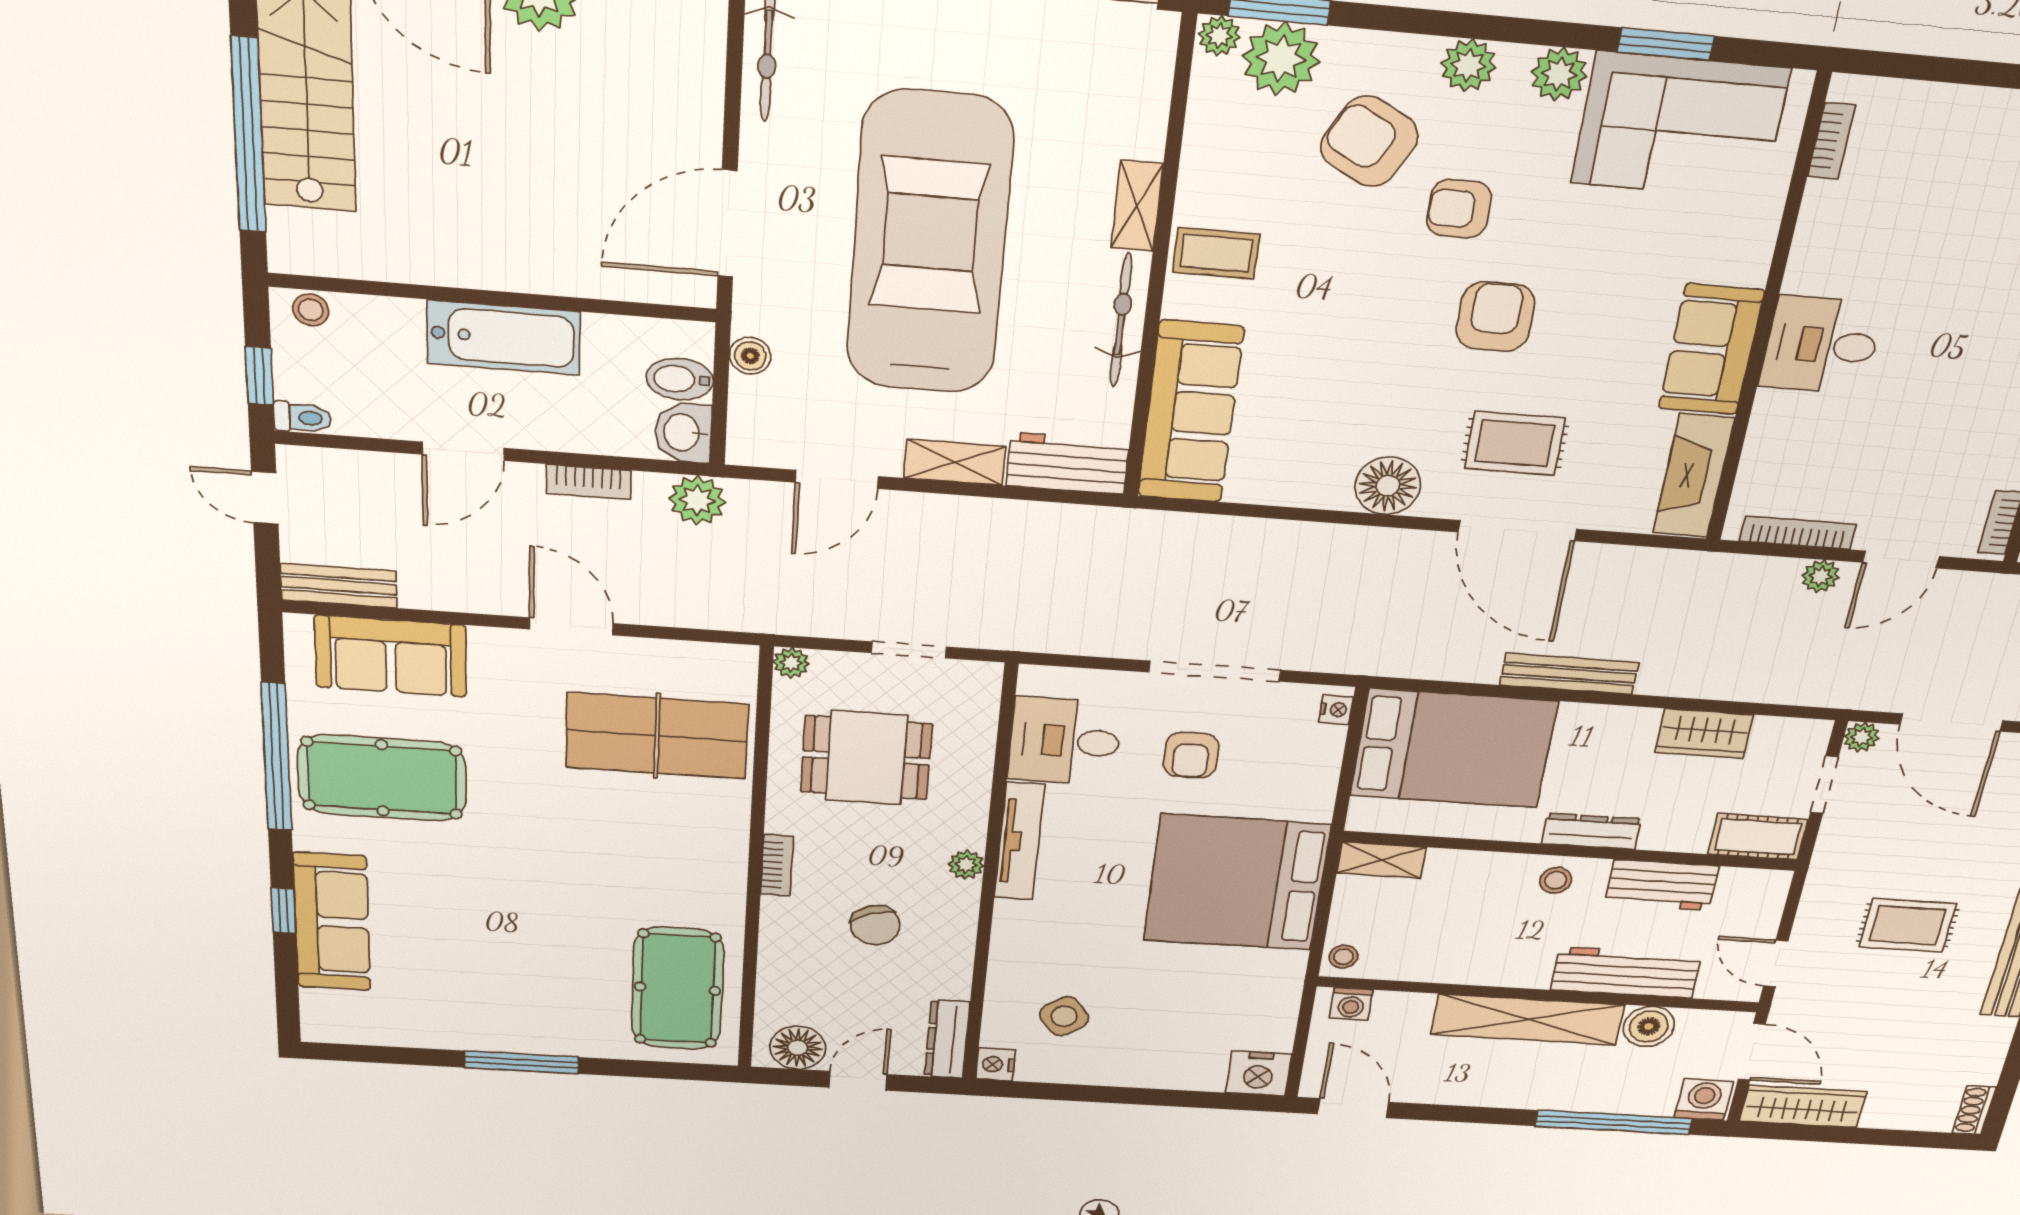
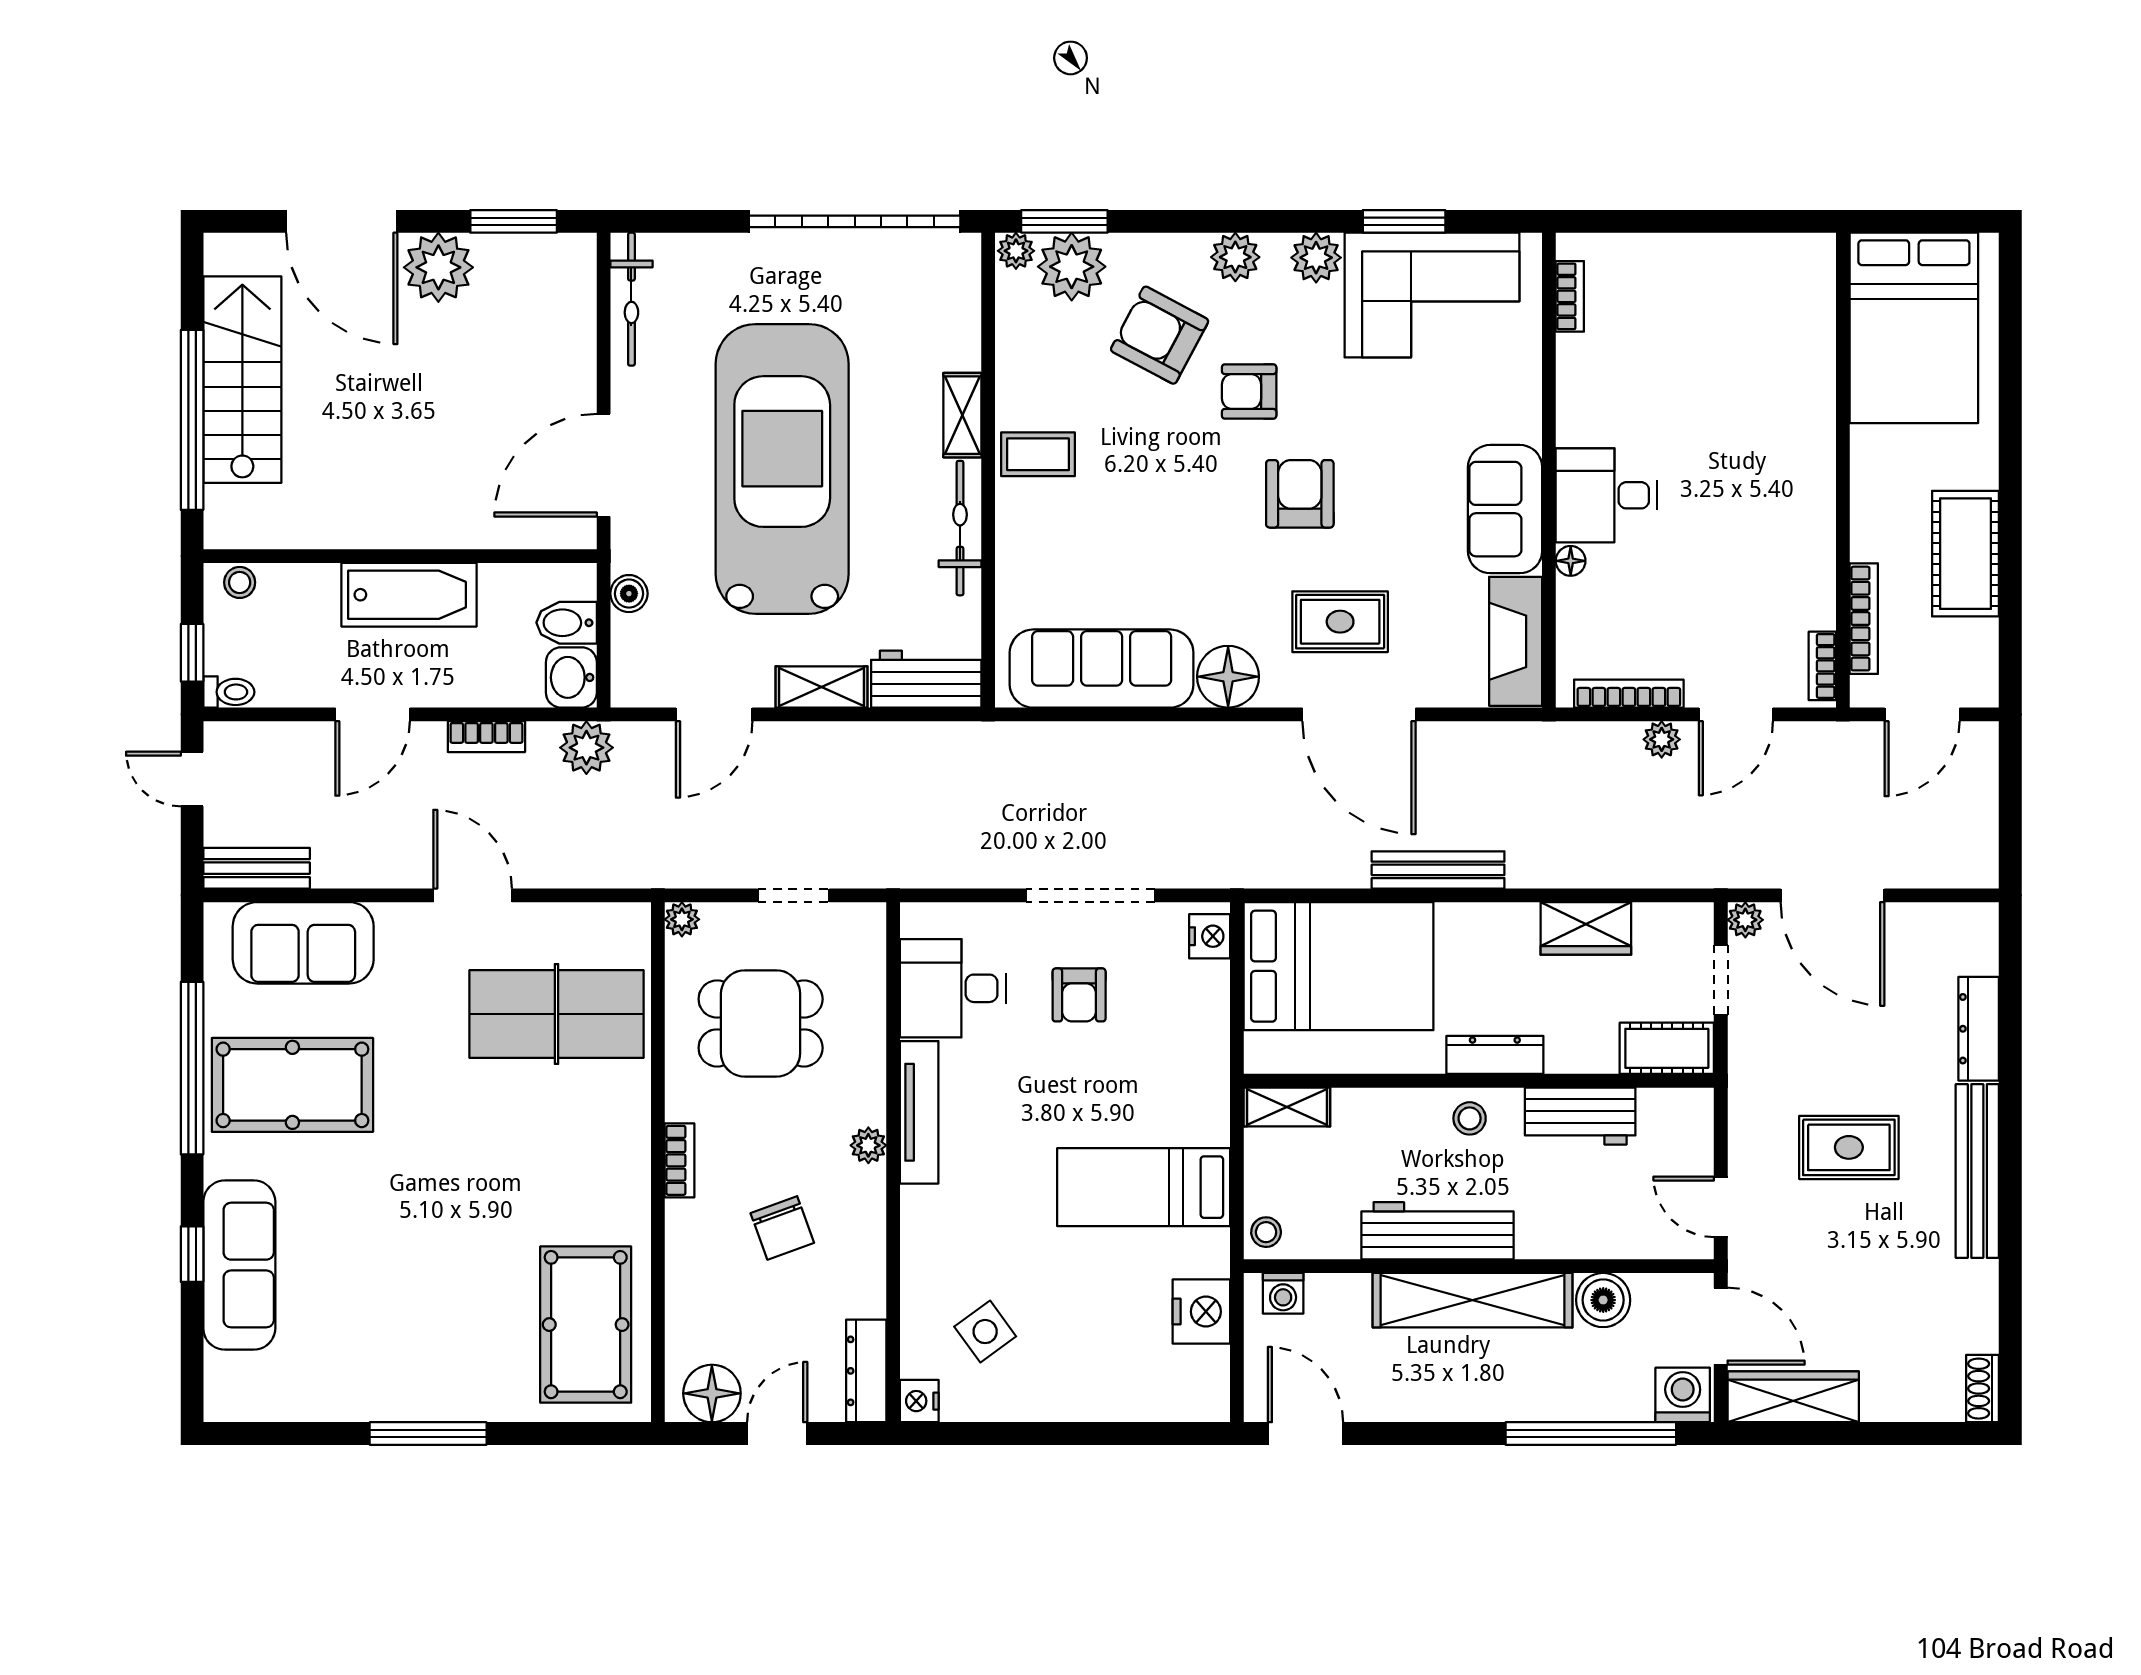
floor lamp: (1768, 405) -> (1571, 561), added
sofa: (1191, 412) -> (1102, 669), moved, turned -90
nightstand: (1336, 710) -> (1210, 936), width x1.39, depth x1.35
bed: (1237, 883) -> (1144, 1187), width x0.49
workbench: (1626, 973) -> (1437, 1231), moved
nightstand: (1258, 1074) -> (1201, 1312), moved, turned -90

